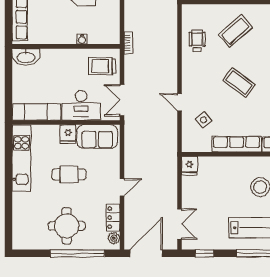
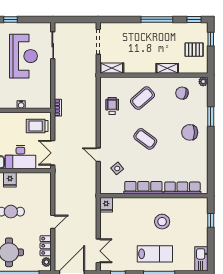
sofa: (97, 136) -> (33, 182), removed

